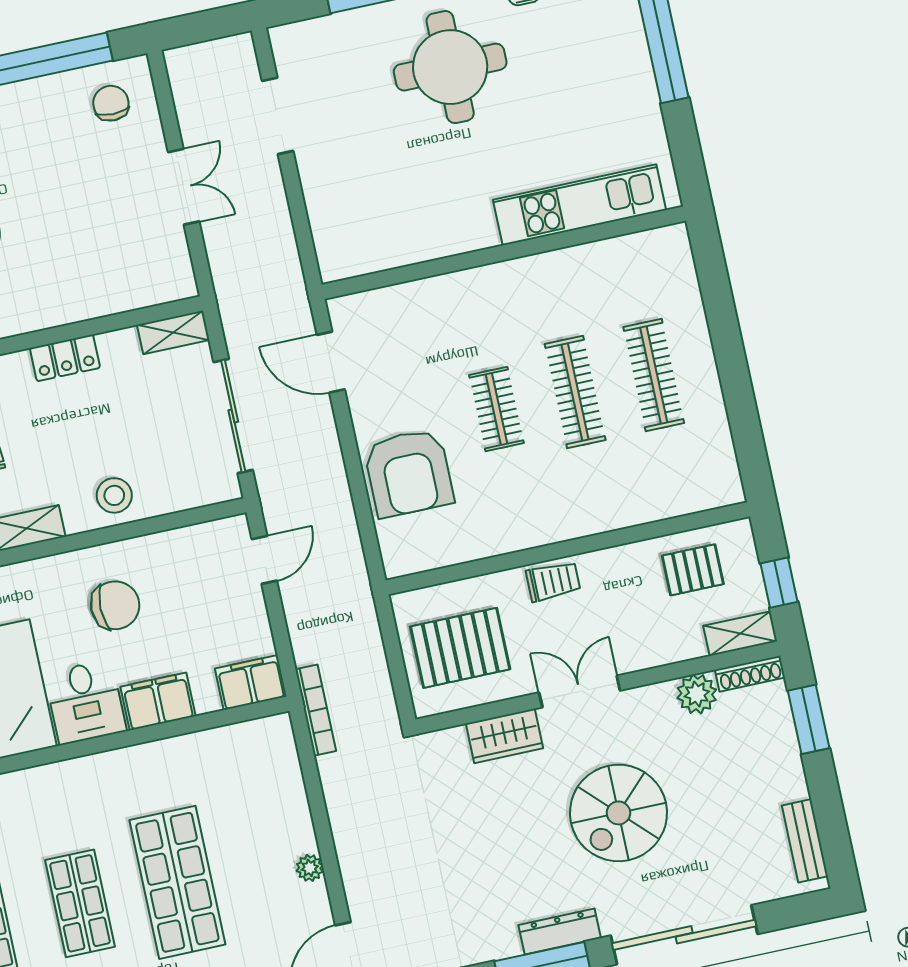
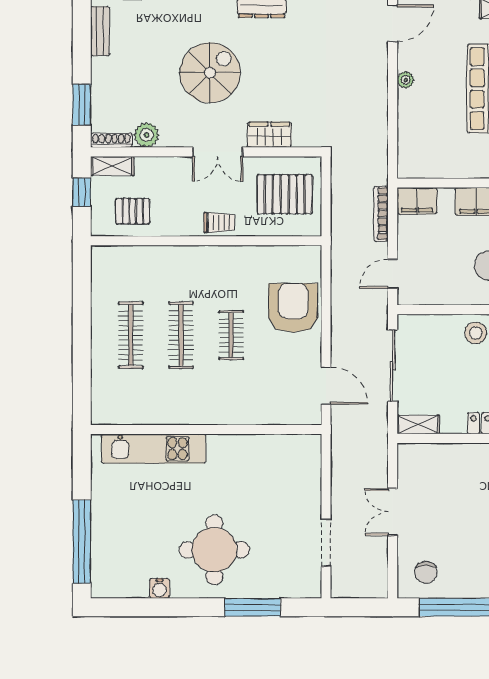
trolley: (553, 581) -> (219, 223), turned 180
bookcase: (316, 710) -> (381, 214), moved

